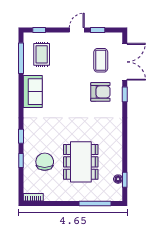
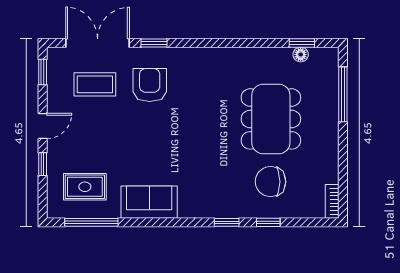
window: (39, 30) -> (43, 164), moved
door: (77, 30) -> (43, 126), swing flipped
window: (98, 30) -> (43, 72), moved
dining table: (81, 162) -> (271, 119), turned 90

